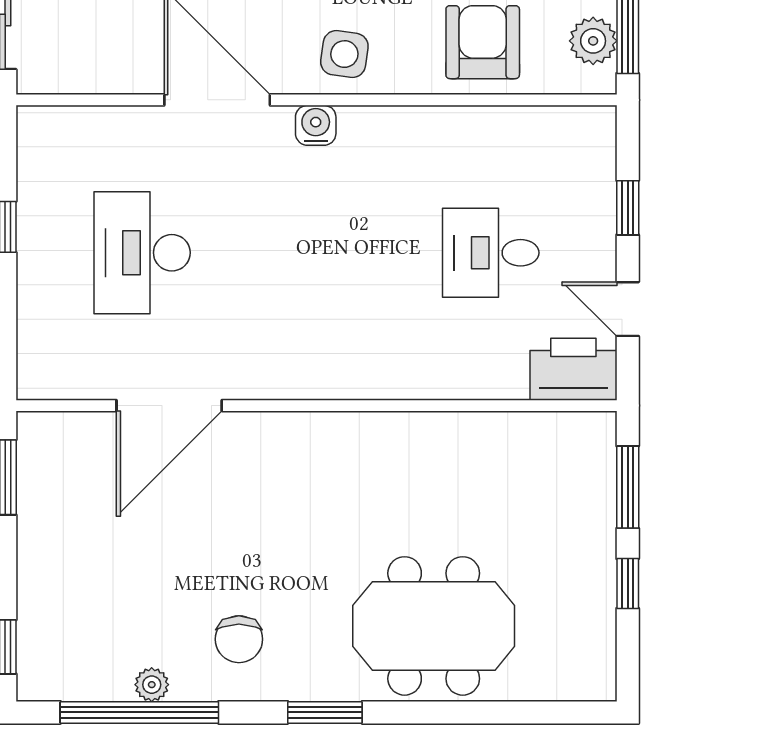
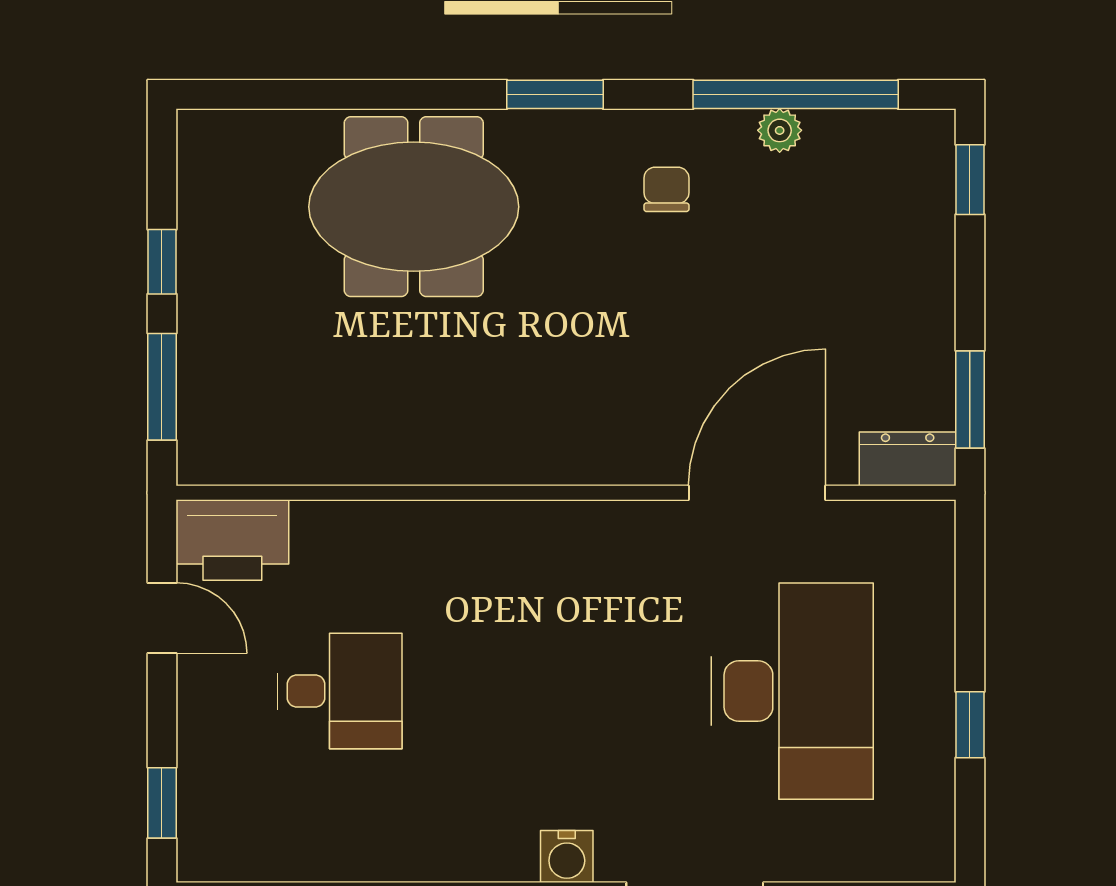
window: (628, 208) -> (162, 803), moved
desk: (142, 253) -> (792, 691), width x1.36, depth x1.30
dresser: (53, 432) -> (908, 459), added
chair: (239, 639) -> (666, 189), width x0.73, depth x0.73

